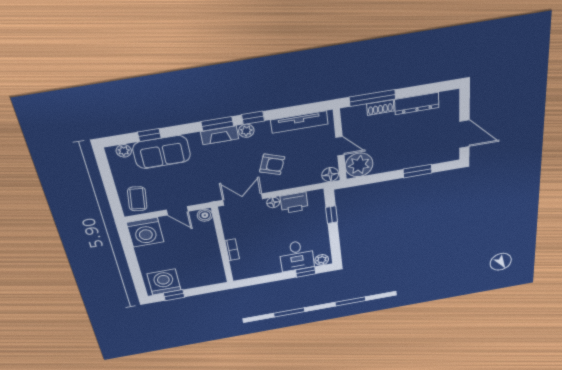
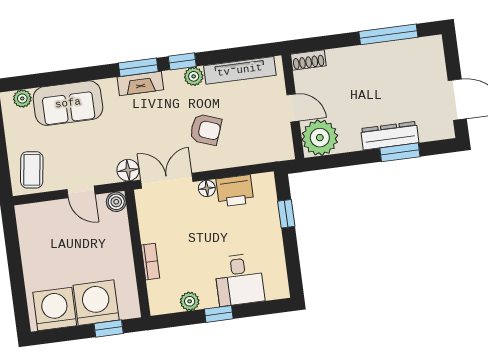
window: (372, 98) -> (388, 34), moved
dresser: (417, 103) -> (390, 136), moved, turned 180
shoe rack: (380, 108) -> (308, 60), moved
plant: (246, 131) -> (194, 76), moved
window: (149, 135) -> (55, 78), removed
floor lamp: (330, 175) -> (128, 170), moved
washing machine: (145, 232) -> (96, 303), moved, turned 180
plant: (322, 260) -> (190, 301), moved
window: (306, 272) -> (219, 314), moved
window: (174, 295) -> (109, 328), moved

